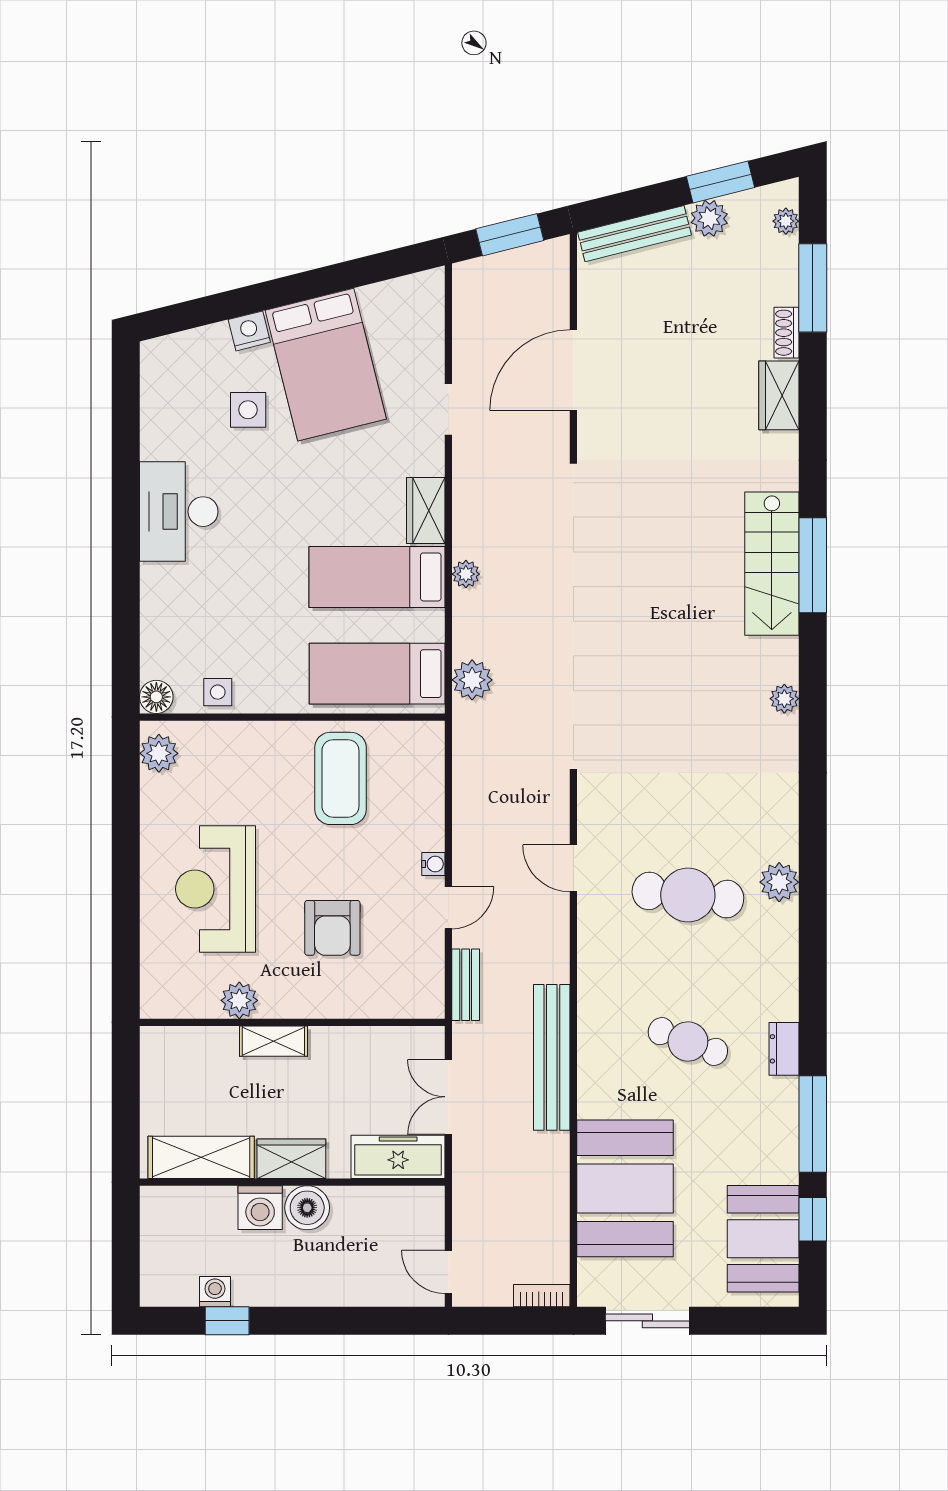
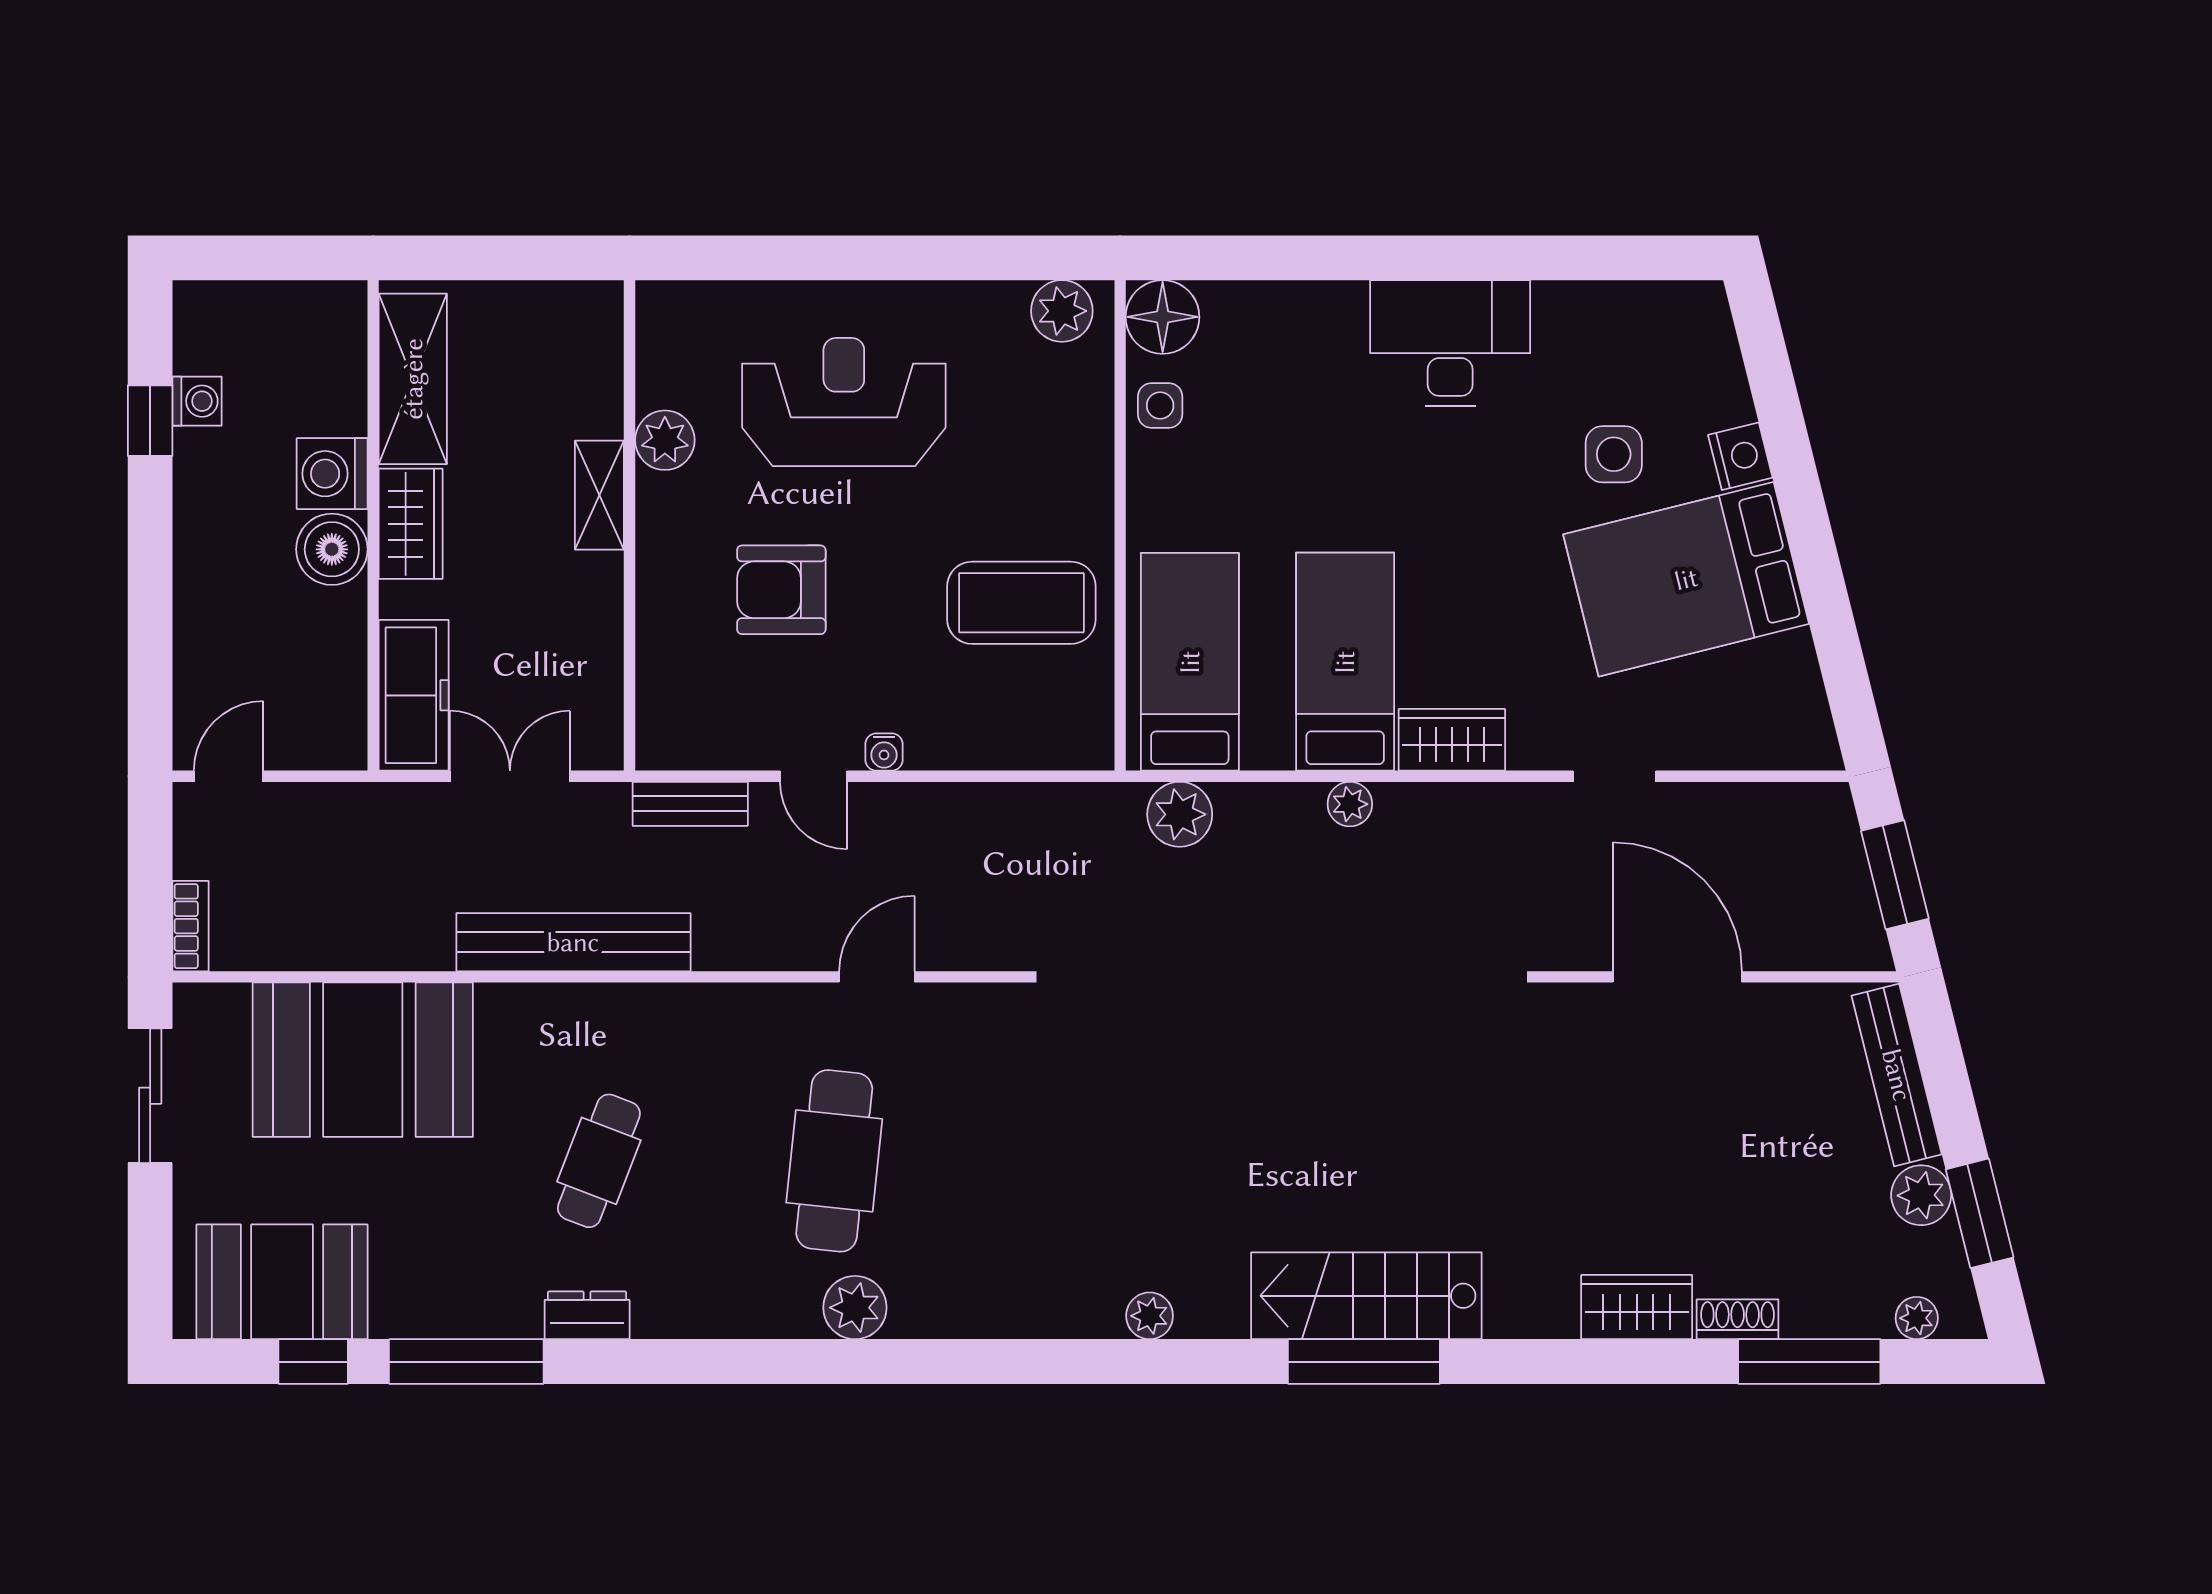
floor lamp: (156, 697) -> (1163, 317), width x1.38, depth x1.38

